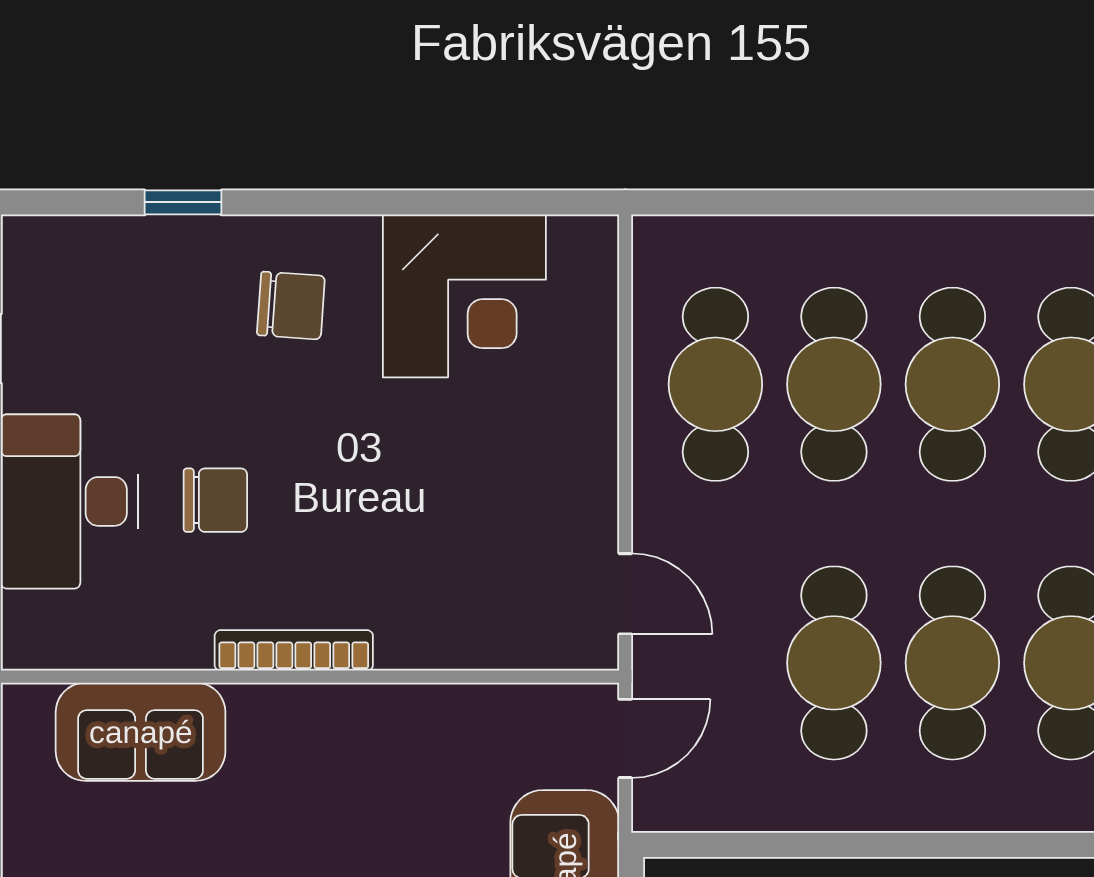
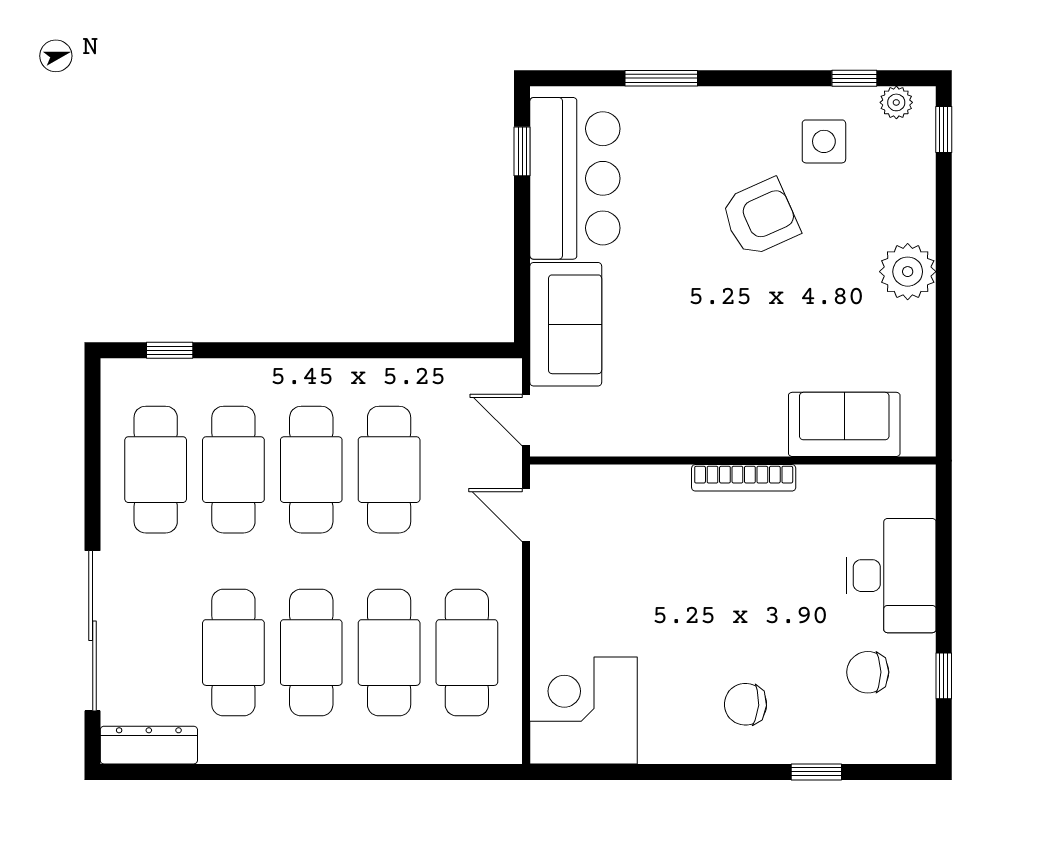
corner desk: (464, 296) -> (584, 711), moved
chair: (215, 500) -> (868, 672), moved
door: (625, 738) -> (526, 420), hinge flipped

